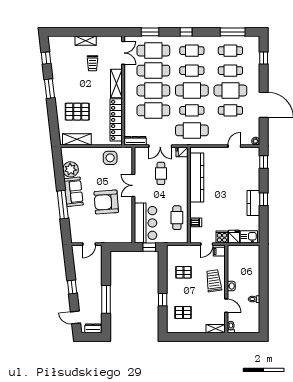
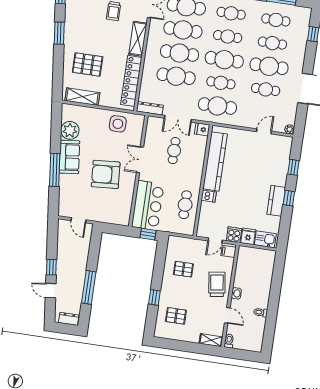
window: (264, 162) -> (293, 167), moved
dishwasher: (196, 222) -> (209, 196), moved
door: (89, 244) -> (79, 220), hinge flipped
door: (76, 317) -> (51, 291), moved

